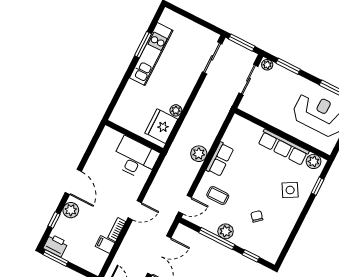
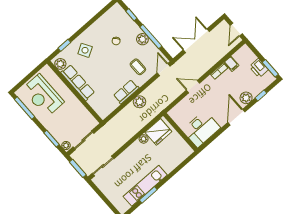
desk: (135, 158) -> (201, 129), moved, turned -90
door: (185, 205) -> (164, 70), hinge flipped
door: (135, 210) -> (193, 87), moved
printer: (56, 245) -> (259, 68), moved

